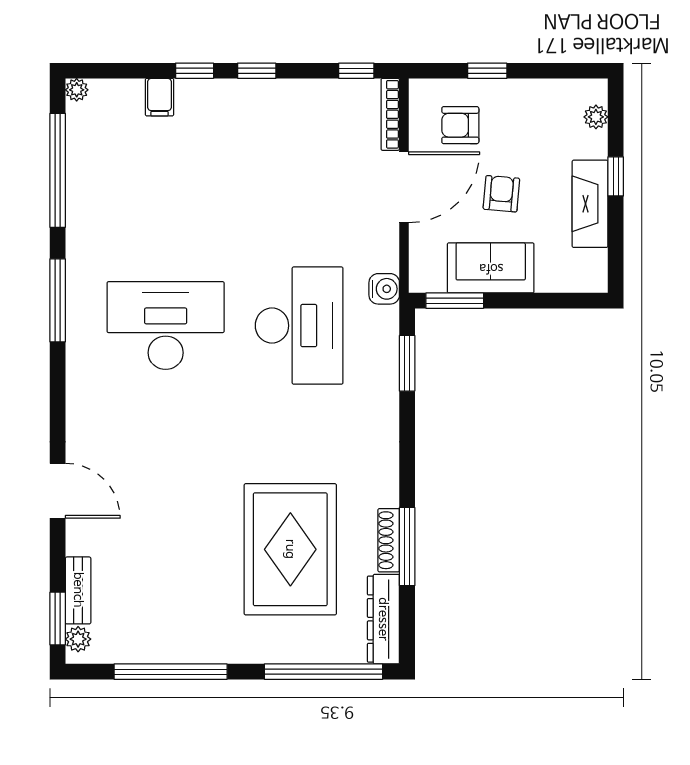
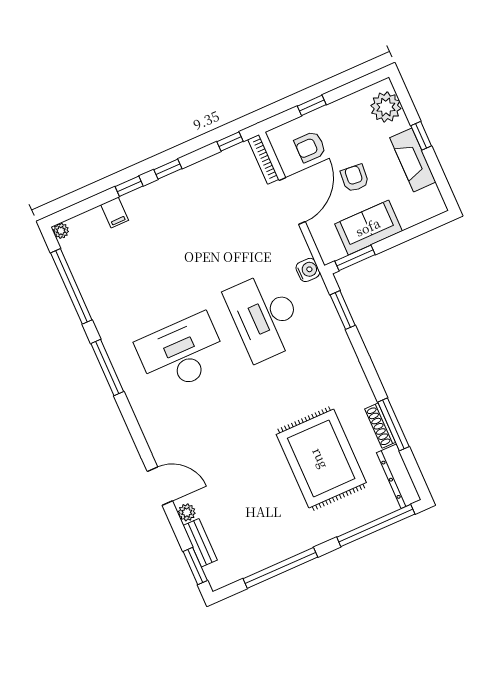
plant: (596, 117) -> (386, 107), width x1.88, depth x1.88
desk: (299, 326) -> (265, 316), turned 180
plant: (78, 639) -> (187, 512), moved

